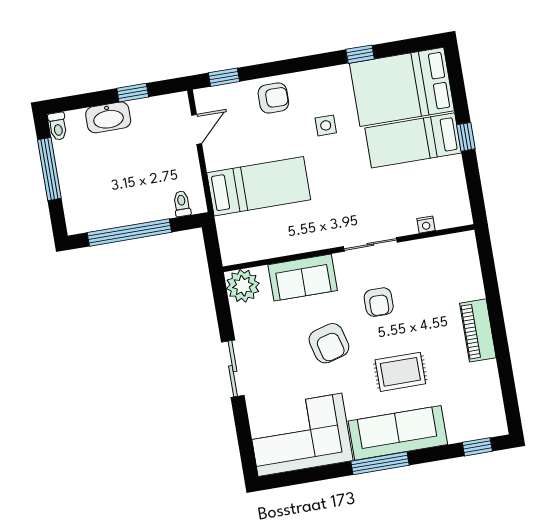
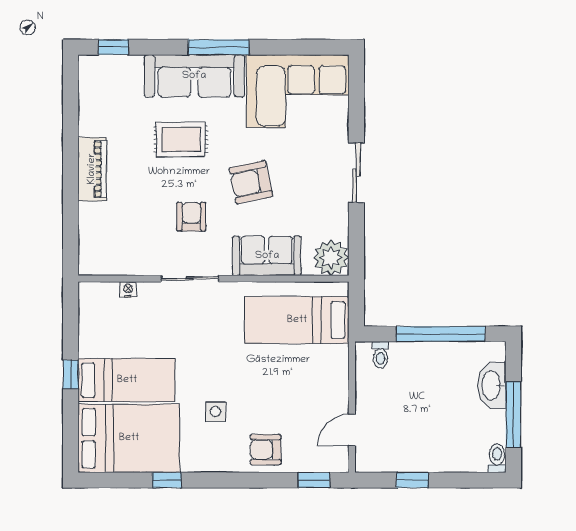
washbasin: (108, 117) -> (492, 386), moved, turned -90
bed: (259, 186) -> (297, 320), moved
armchair: (329, 343) -> (251, 182), turned -87

